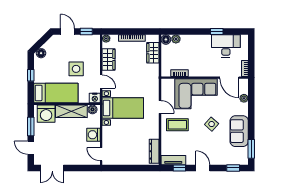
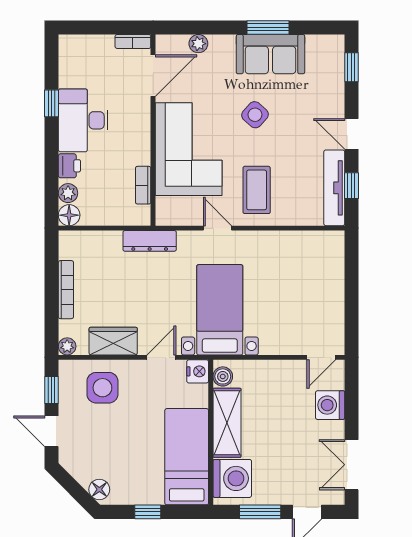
door: (67, 31) -> (52, 431), hinge flipped
printer: (188, 40) -> (69, 166), added
desk: (226, 46) -> (83, 120), moved
wardrobe: (153, 53) -> (98, 244), removed
side table: (76, 69) -> (102, 388), moved
door: (160, 107) -> (217, 228), hinge flipped
washing machine: (94, 135) -> (330, 405), moved, turned 90
window: (251, 149) -> (268, 27), moved
dresser: (154, 151) -> (150, 241), moved
tv unit: (173, 160) -> (334, 188), width x1.41
double door: (52, 168) -> (351, 465), swing flipped
door: (203, 168) -> (351, 134), hinge flipped

